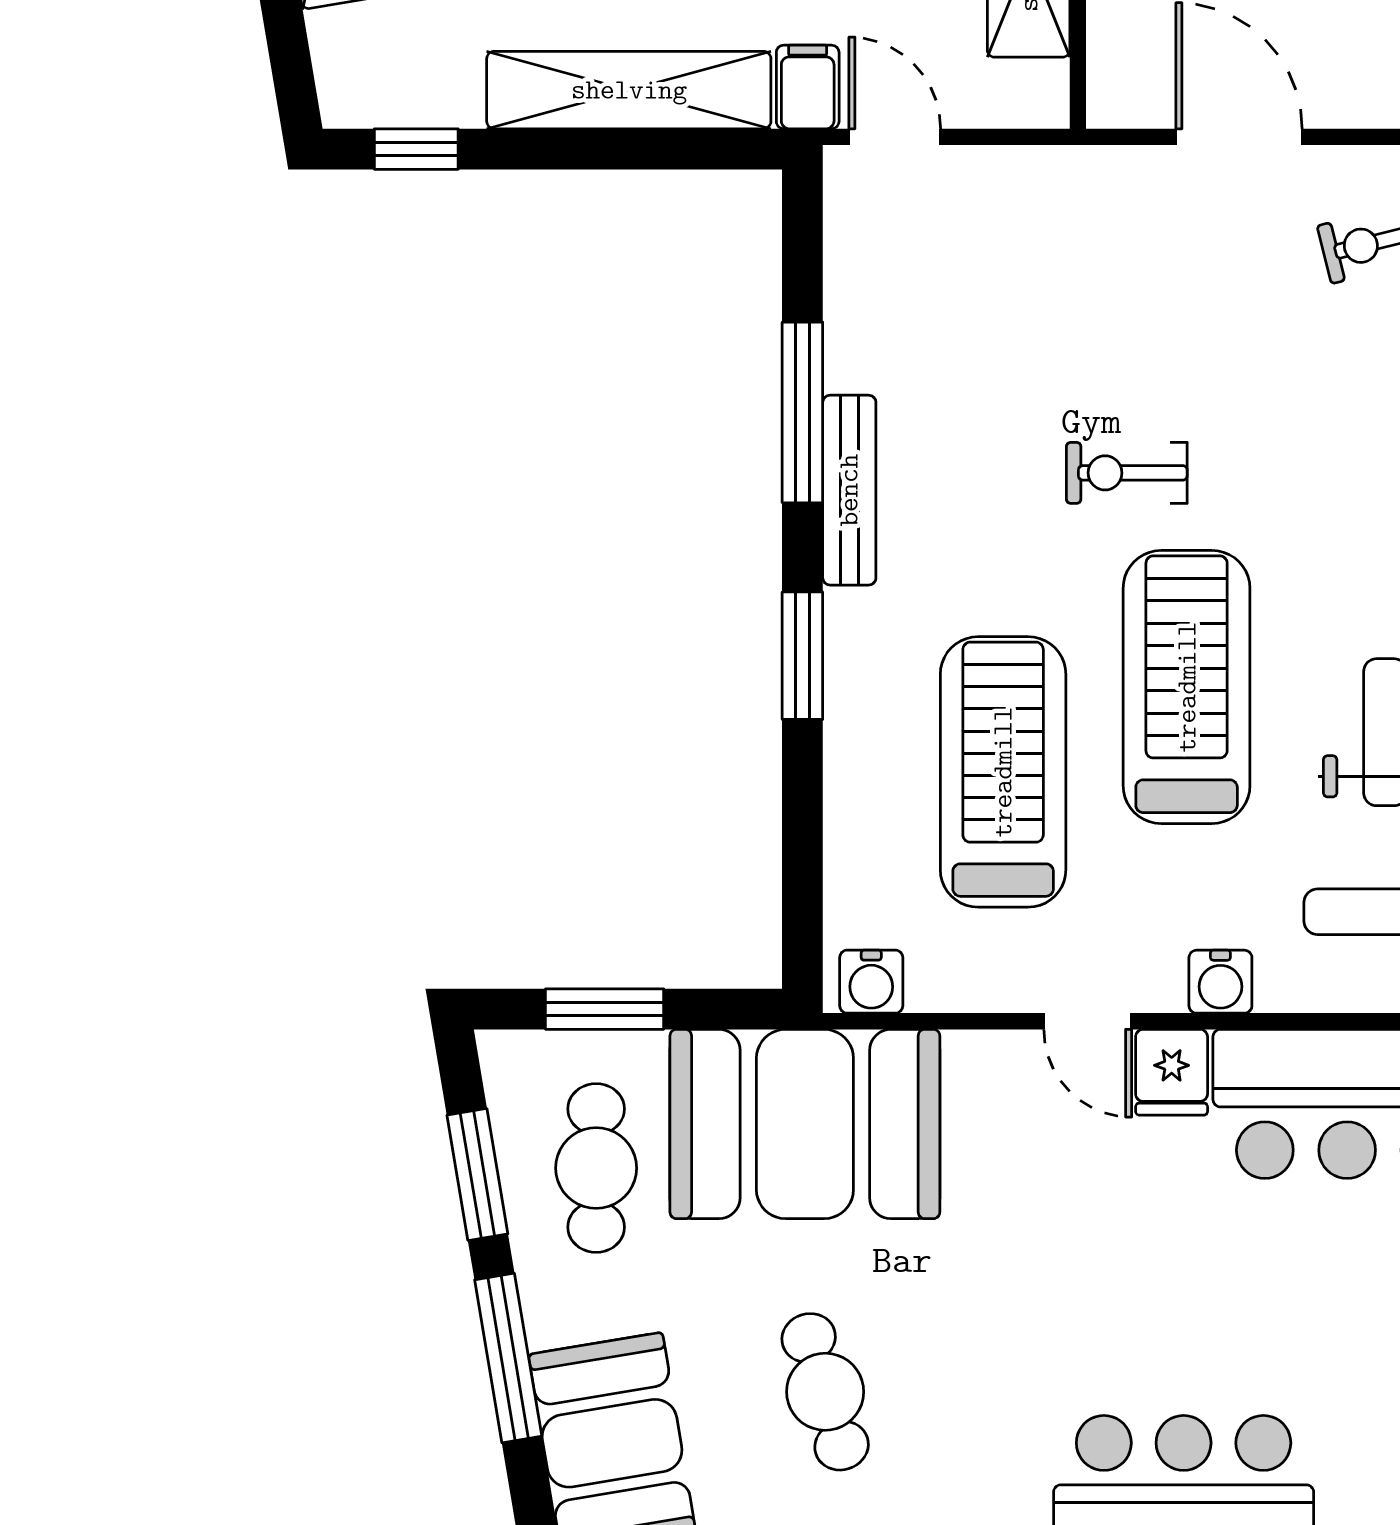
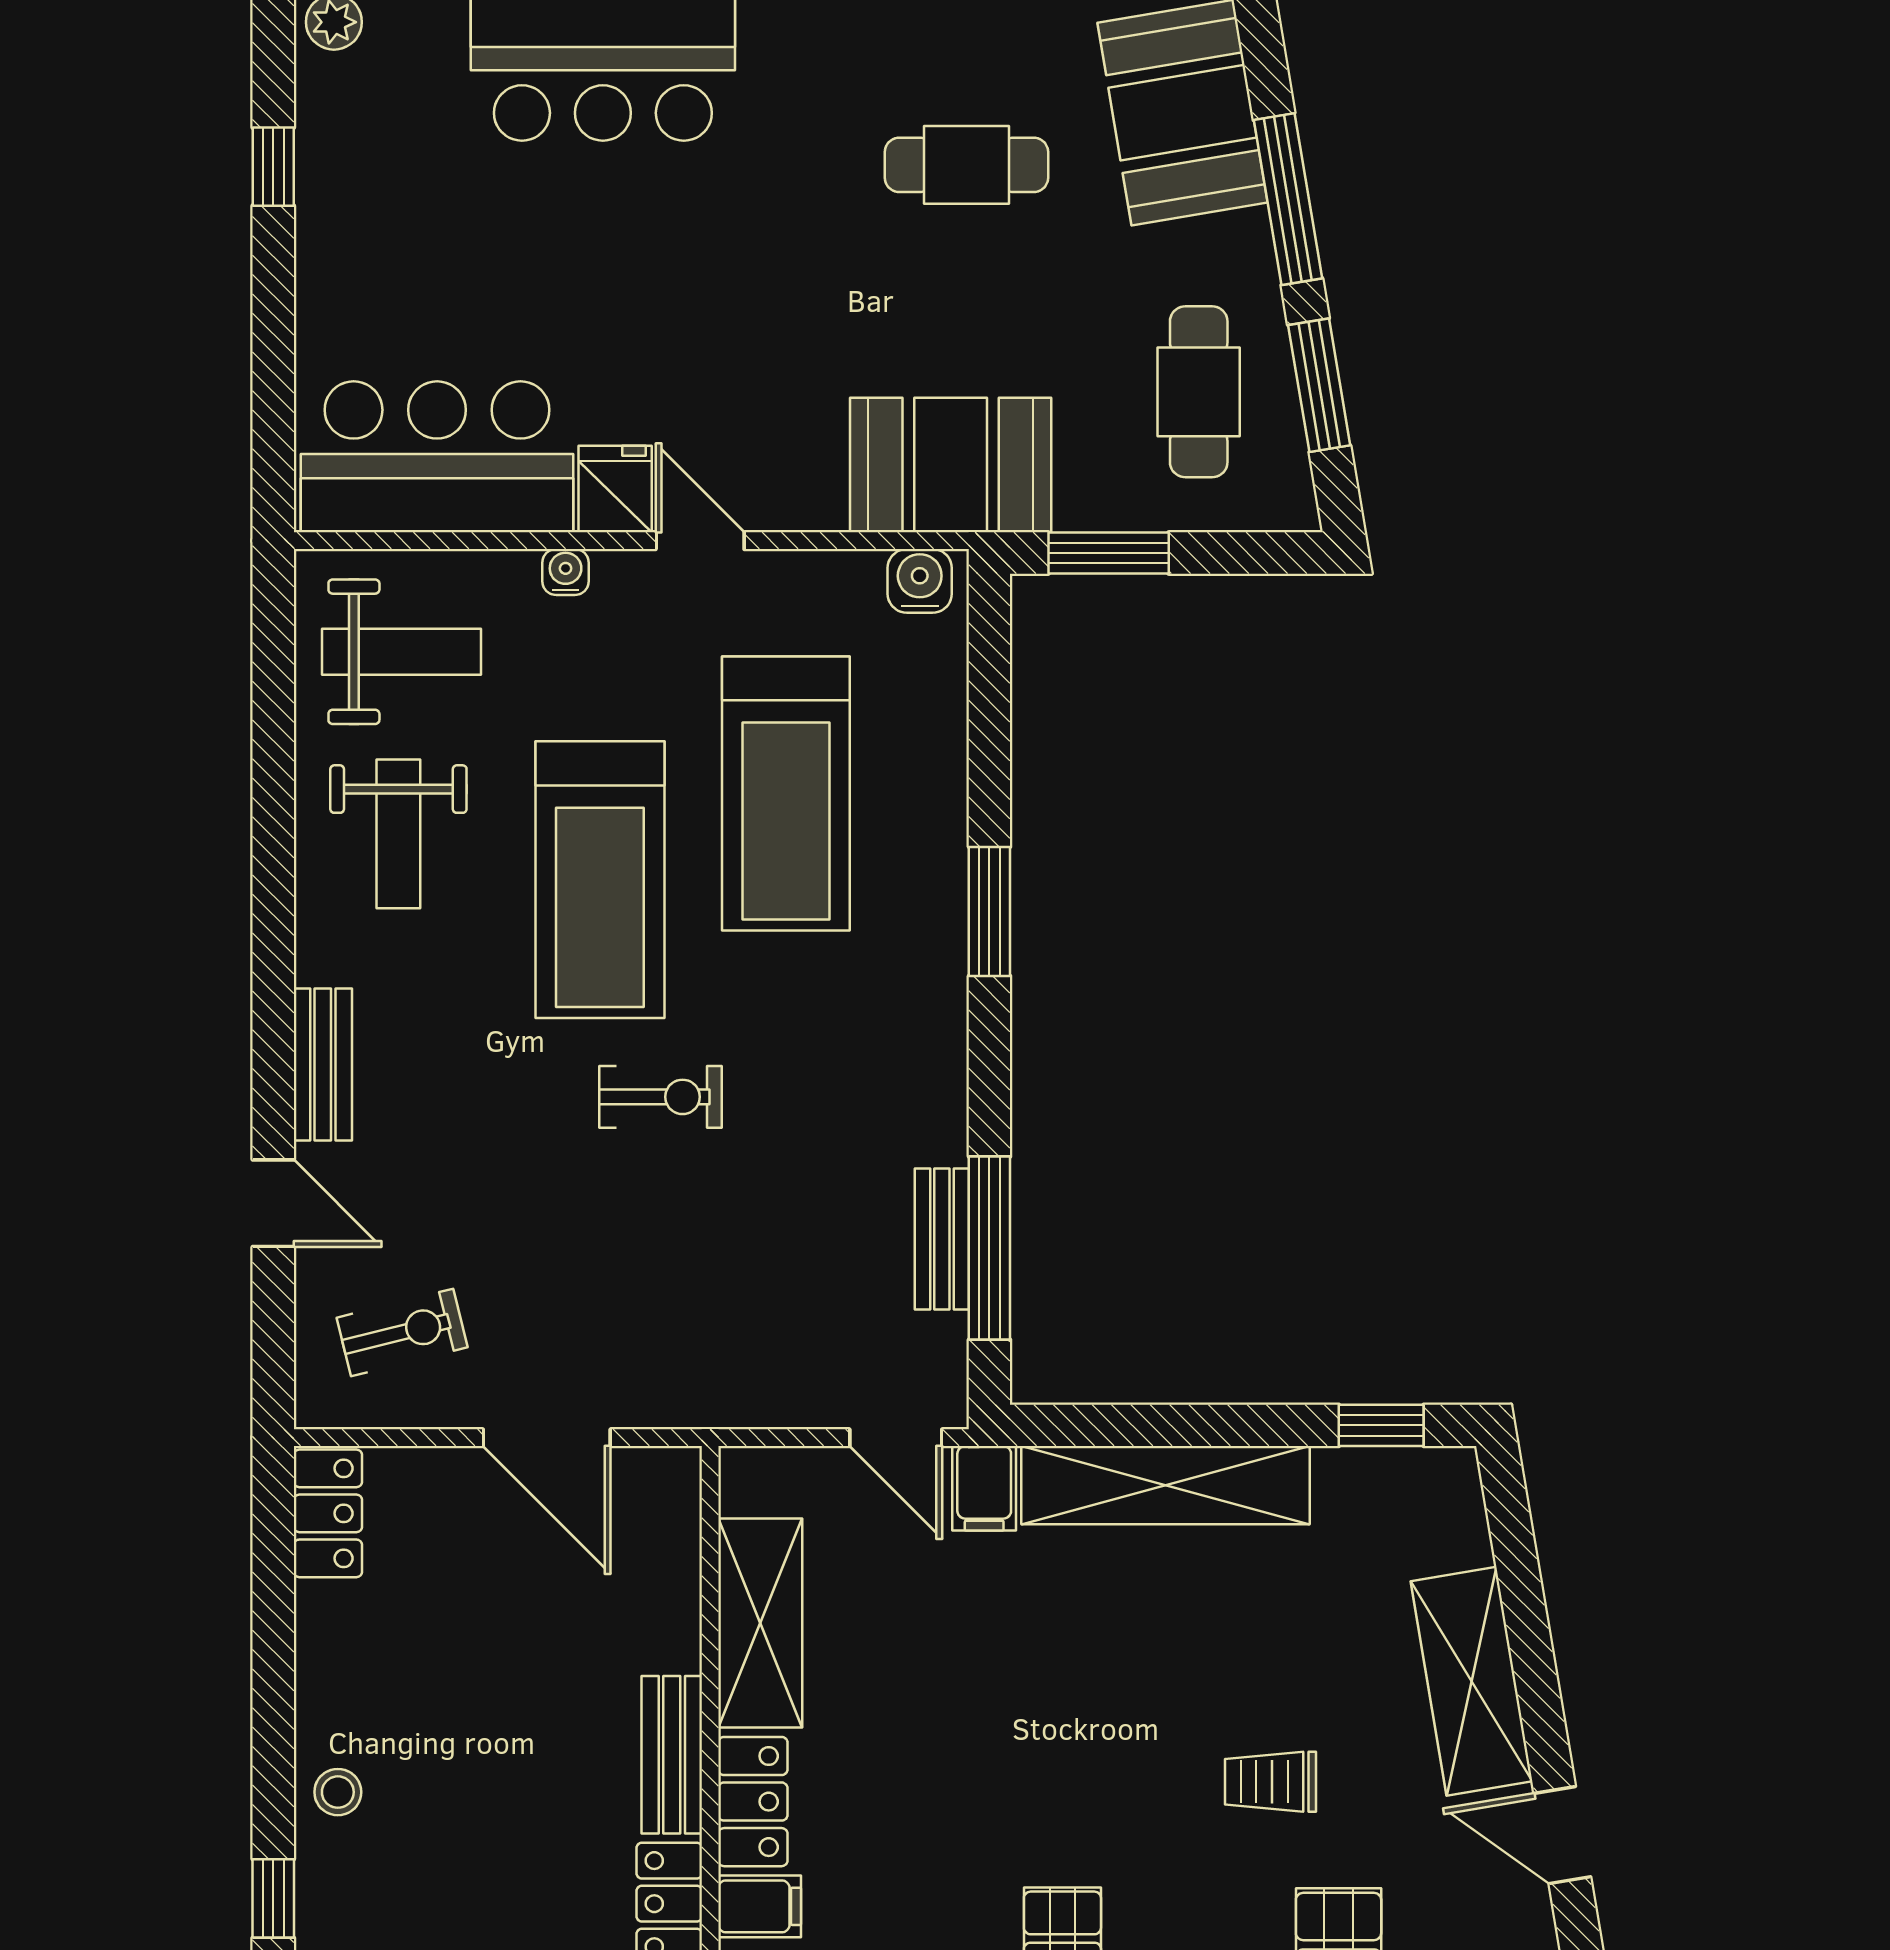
window: (802, 412) -> (989, 1248), moved
bench: (849, 490) -> (942, 1239), moved, width x0.73
water cooler: (1220, 982) -> (566, 572), width x0.72, depth x0.72
window: (605, 1009) -> (1109, 553), moved
booth: (805, 1124) -> (951, 465), width x0.73, depth x0.70
cafe table: (825, 1392) -> (966, 165), turned -73

